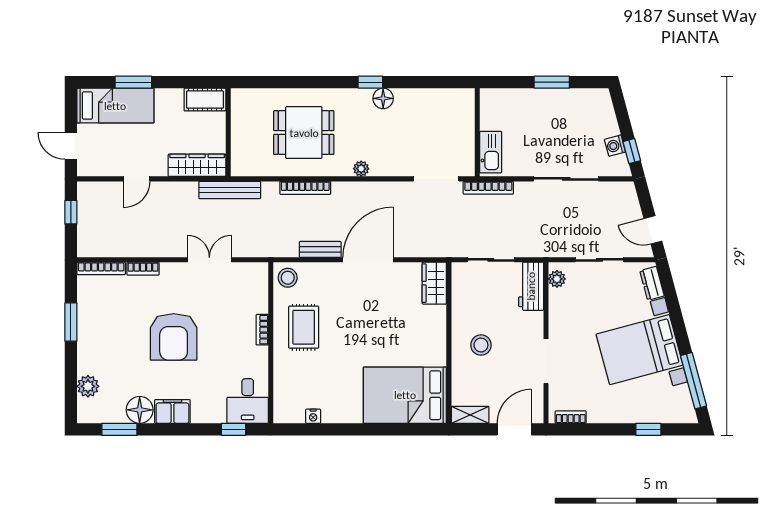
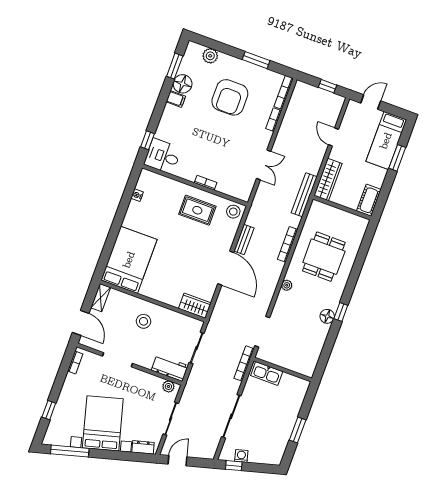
armchair: (174, 337) -> (230, 97), moved, turned -90
filing cabinet: (172, 411) -> (176, 99), width x0.50

